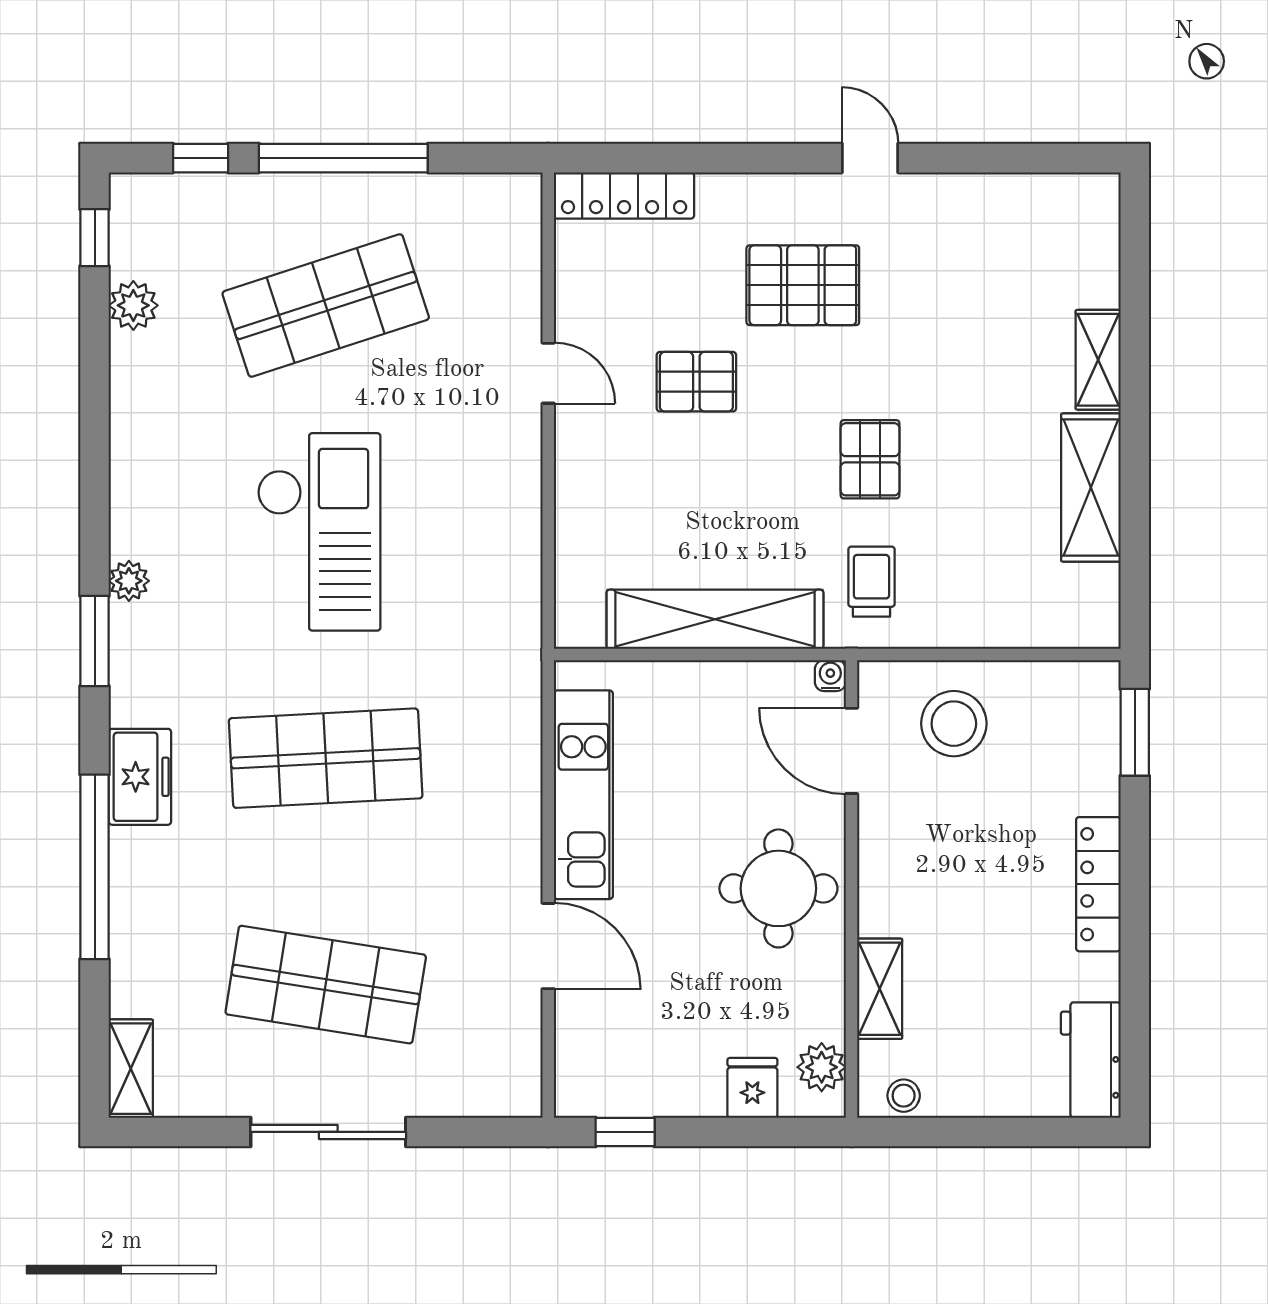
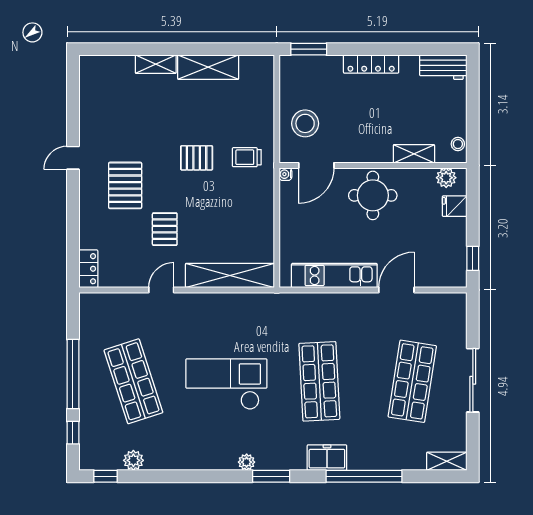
locker: (624, 195) -> (88, 269), width x0.66
shelving: (715, 619) -> (230, 275), moved, turned 90

